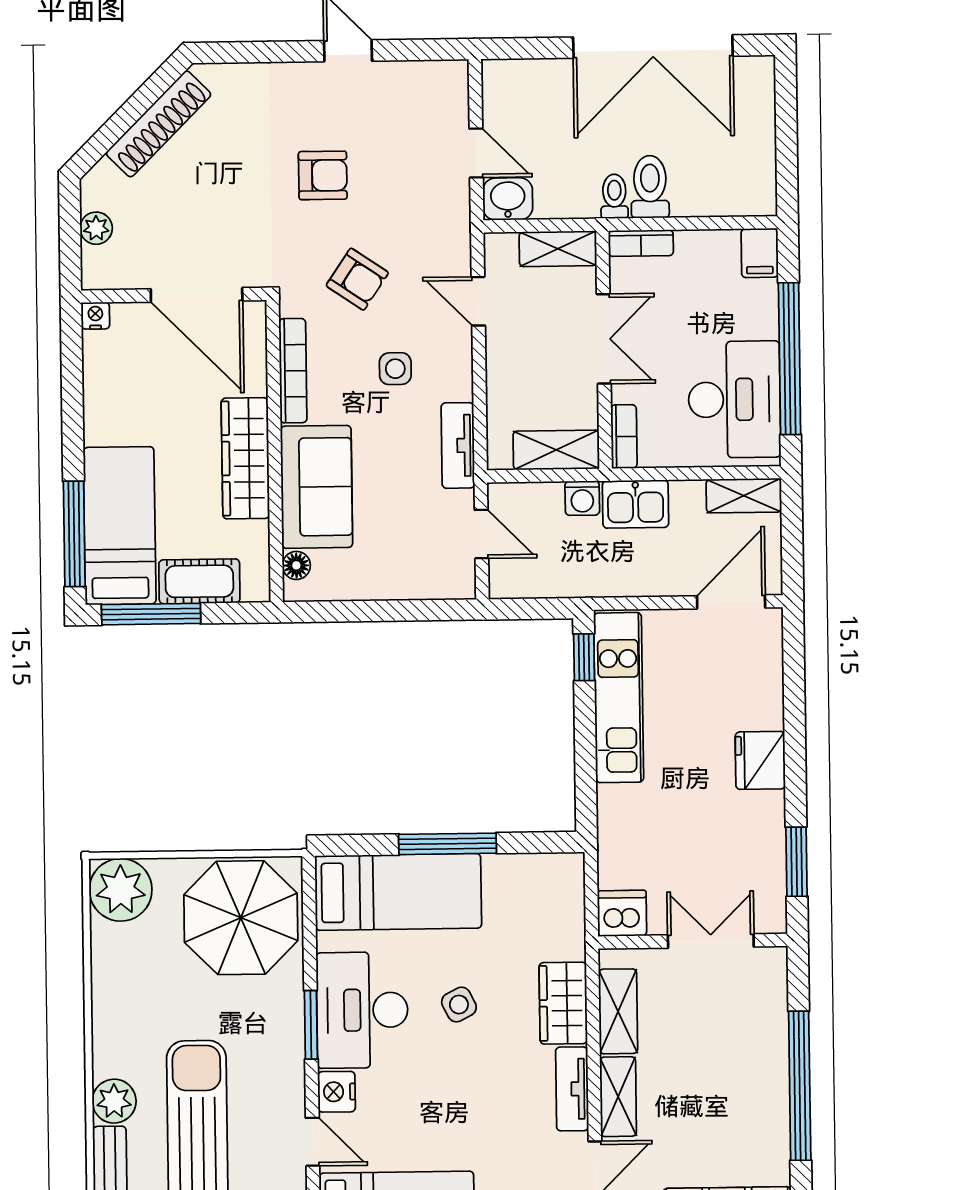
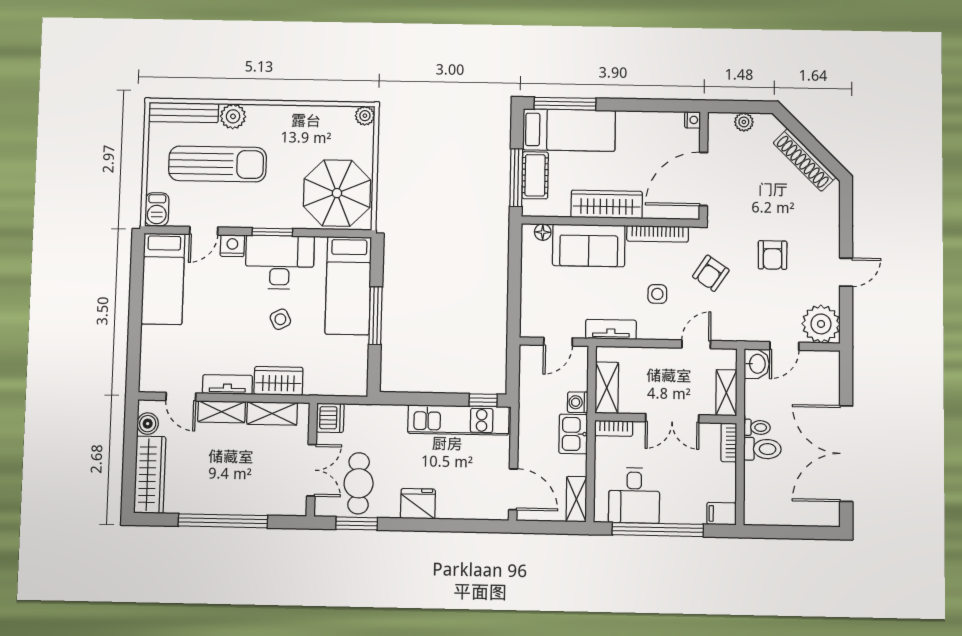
plant: (437, 92) -> (821, 324), added
desk: (734, 399) -> (634, 495), width x0.73
window: (151, 614) -> (516, 178), moved
cafe table: (730, 861) -> (359, 483), added
plant: (121, 890) -> (365, 116), width x0.53, depth x0.53

